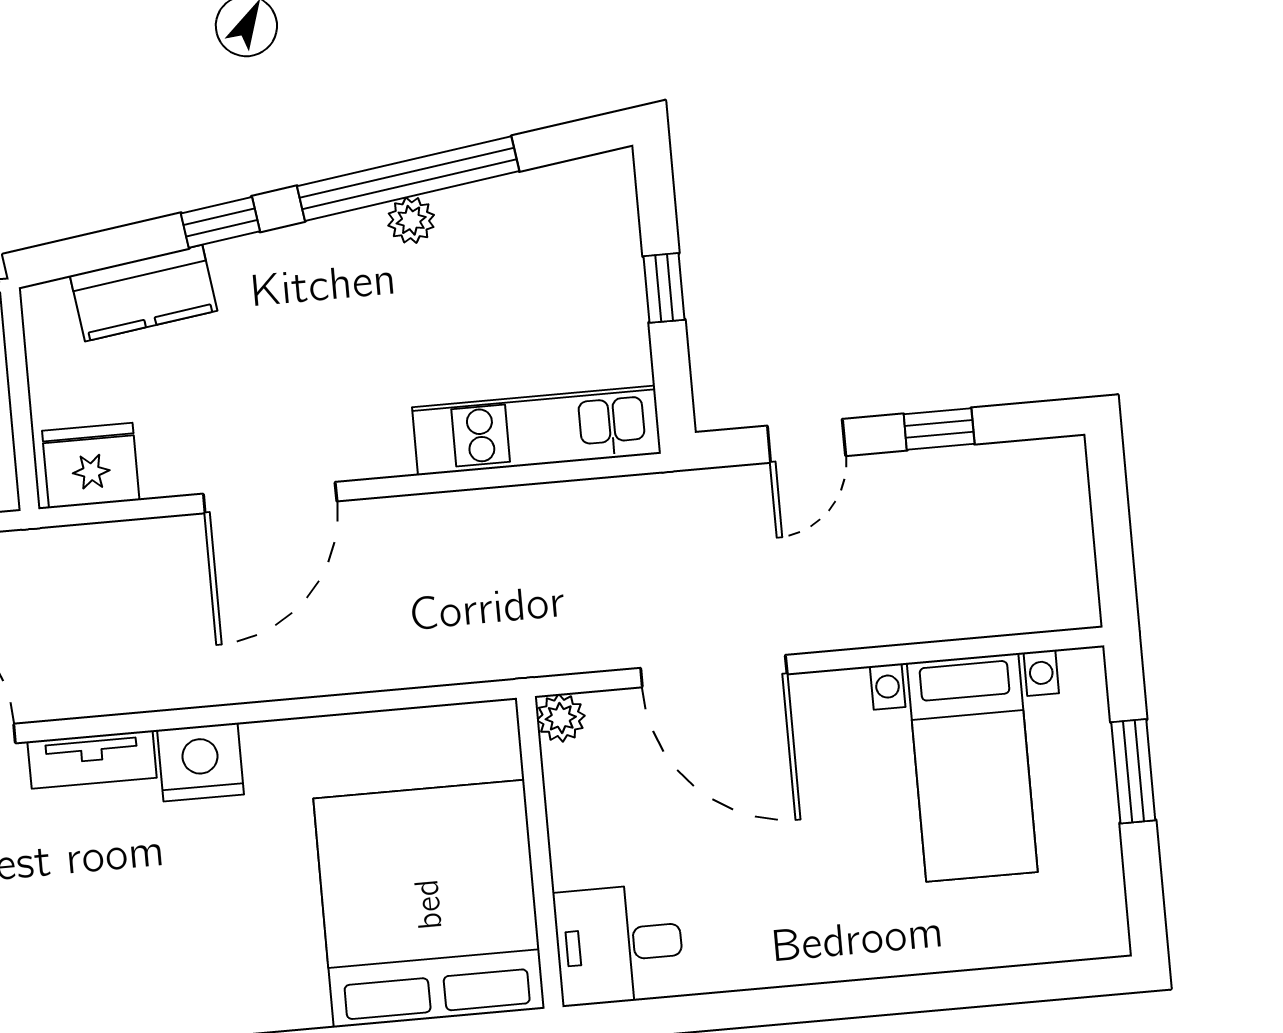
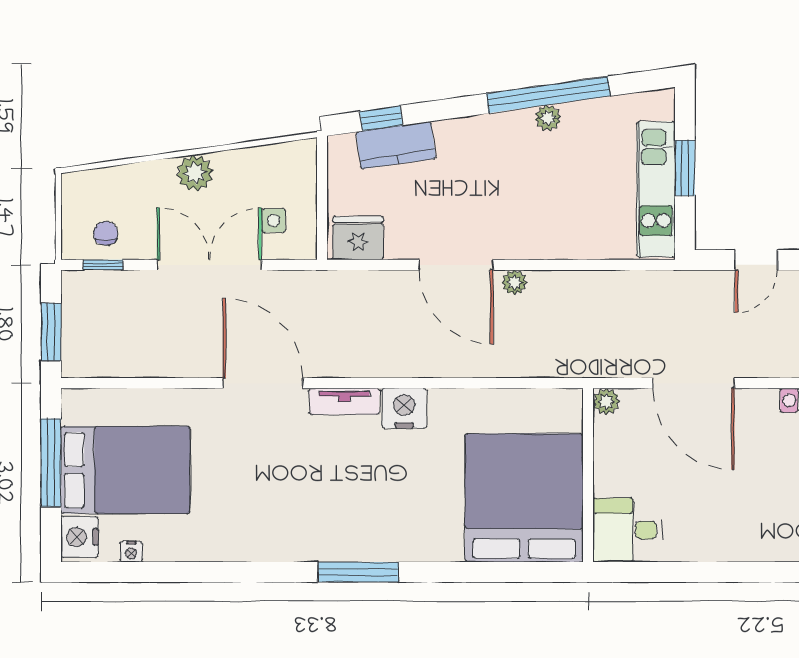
window: (220, 222) -> (381, 118), moved
window: (664, 288) -> (685, 168), width x1.50
kitchen unit: (537, 430) -> (656, 189), moved, turned -90
door: (270, 498) -> (456, 265), hinge flipped
plant: (377, 520) -> (514, 282), added

